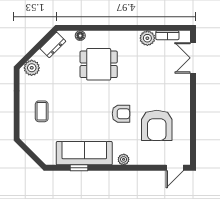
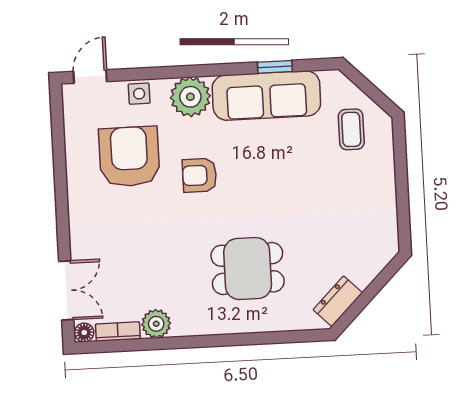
floor lamp: (80, 36) -> (84, 333), moved
plant: (32, 68) -> (376, 255), removed
coffee table: (42, 111) -> (351, 129), moved
side table: (150, 158) -> (139, 94), added
plant: (124, 159) -> (190, 97), width x1.87, depth x1.87

